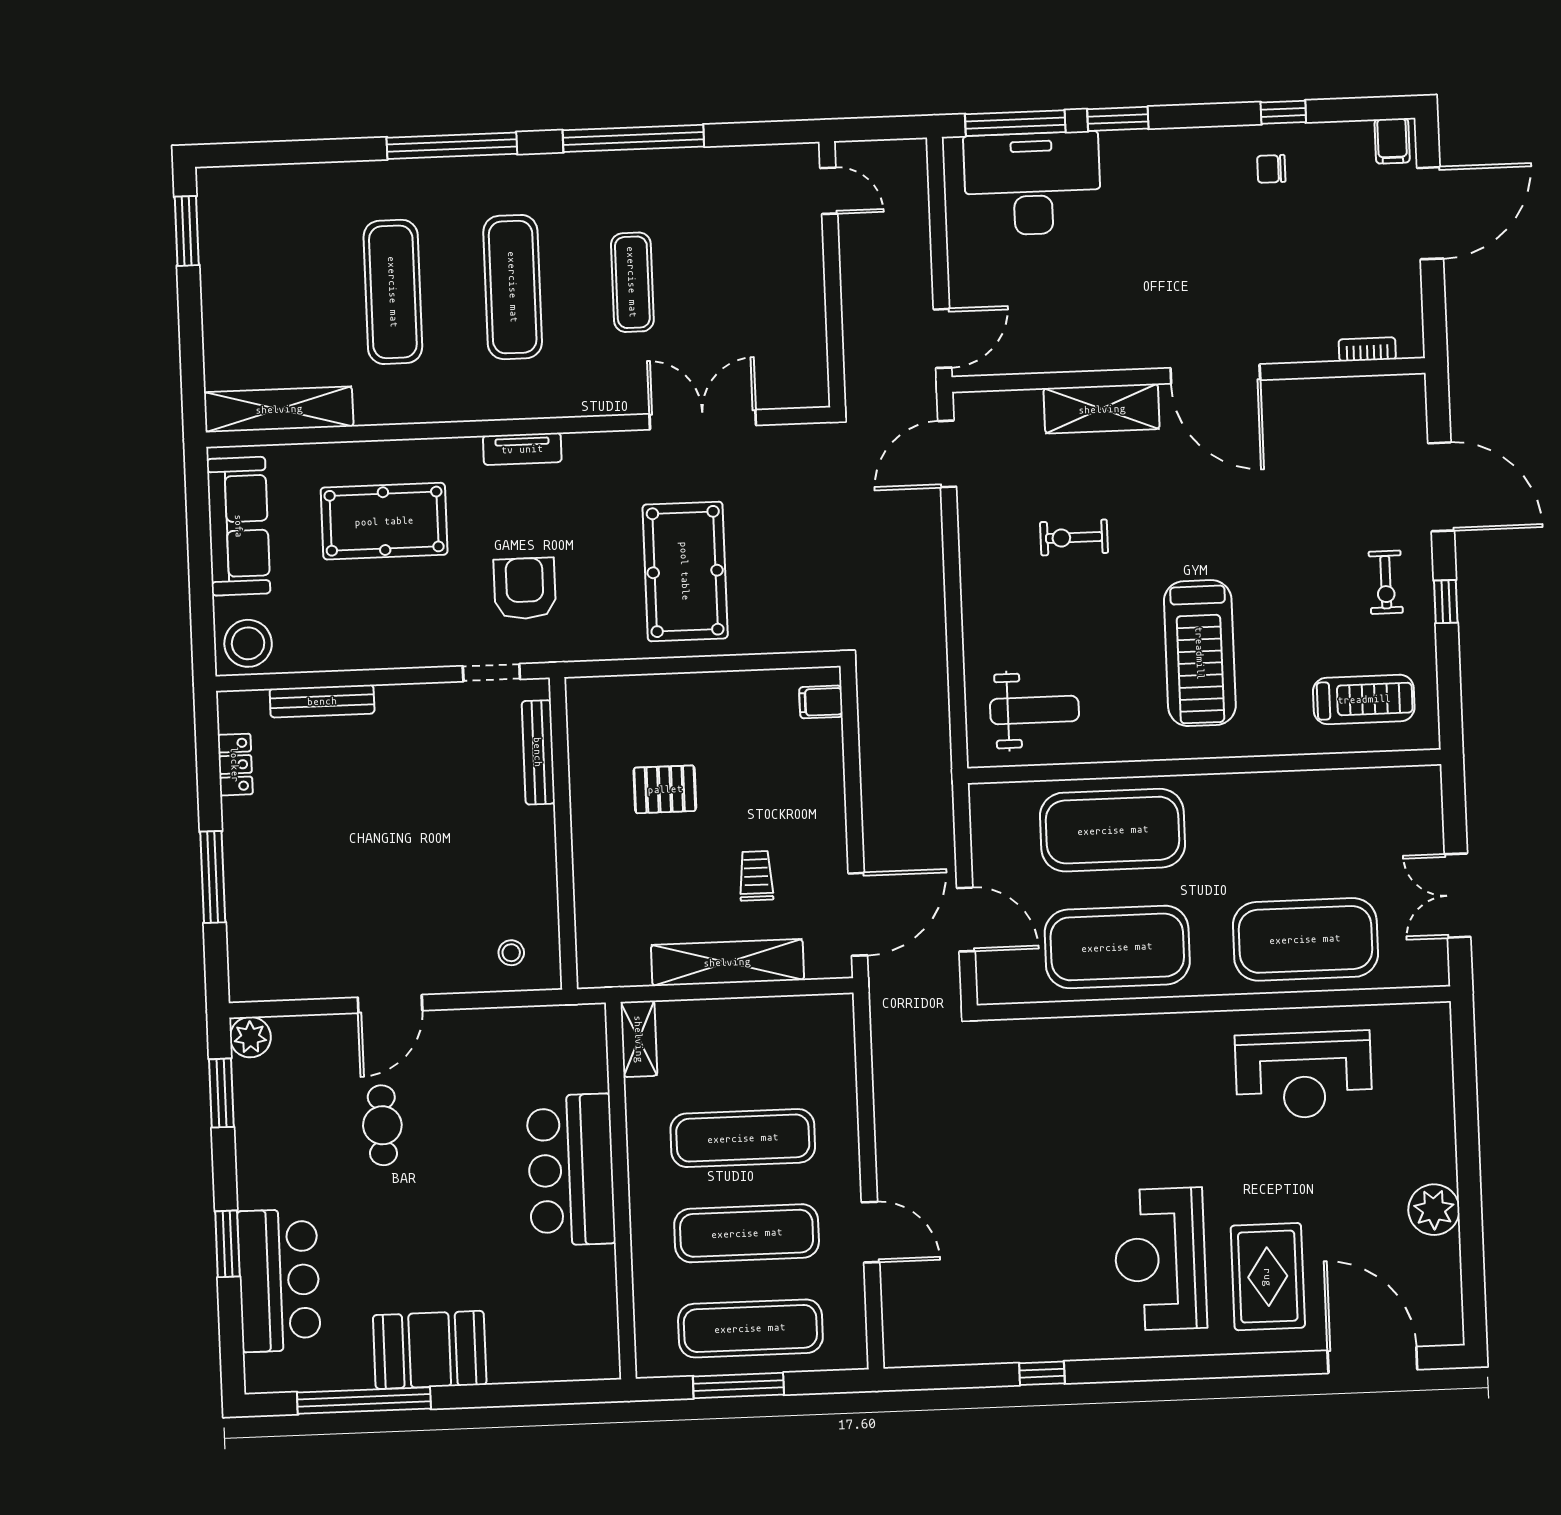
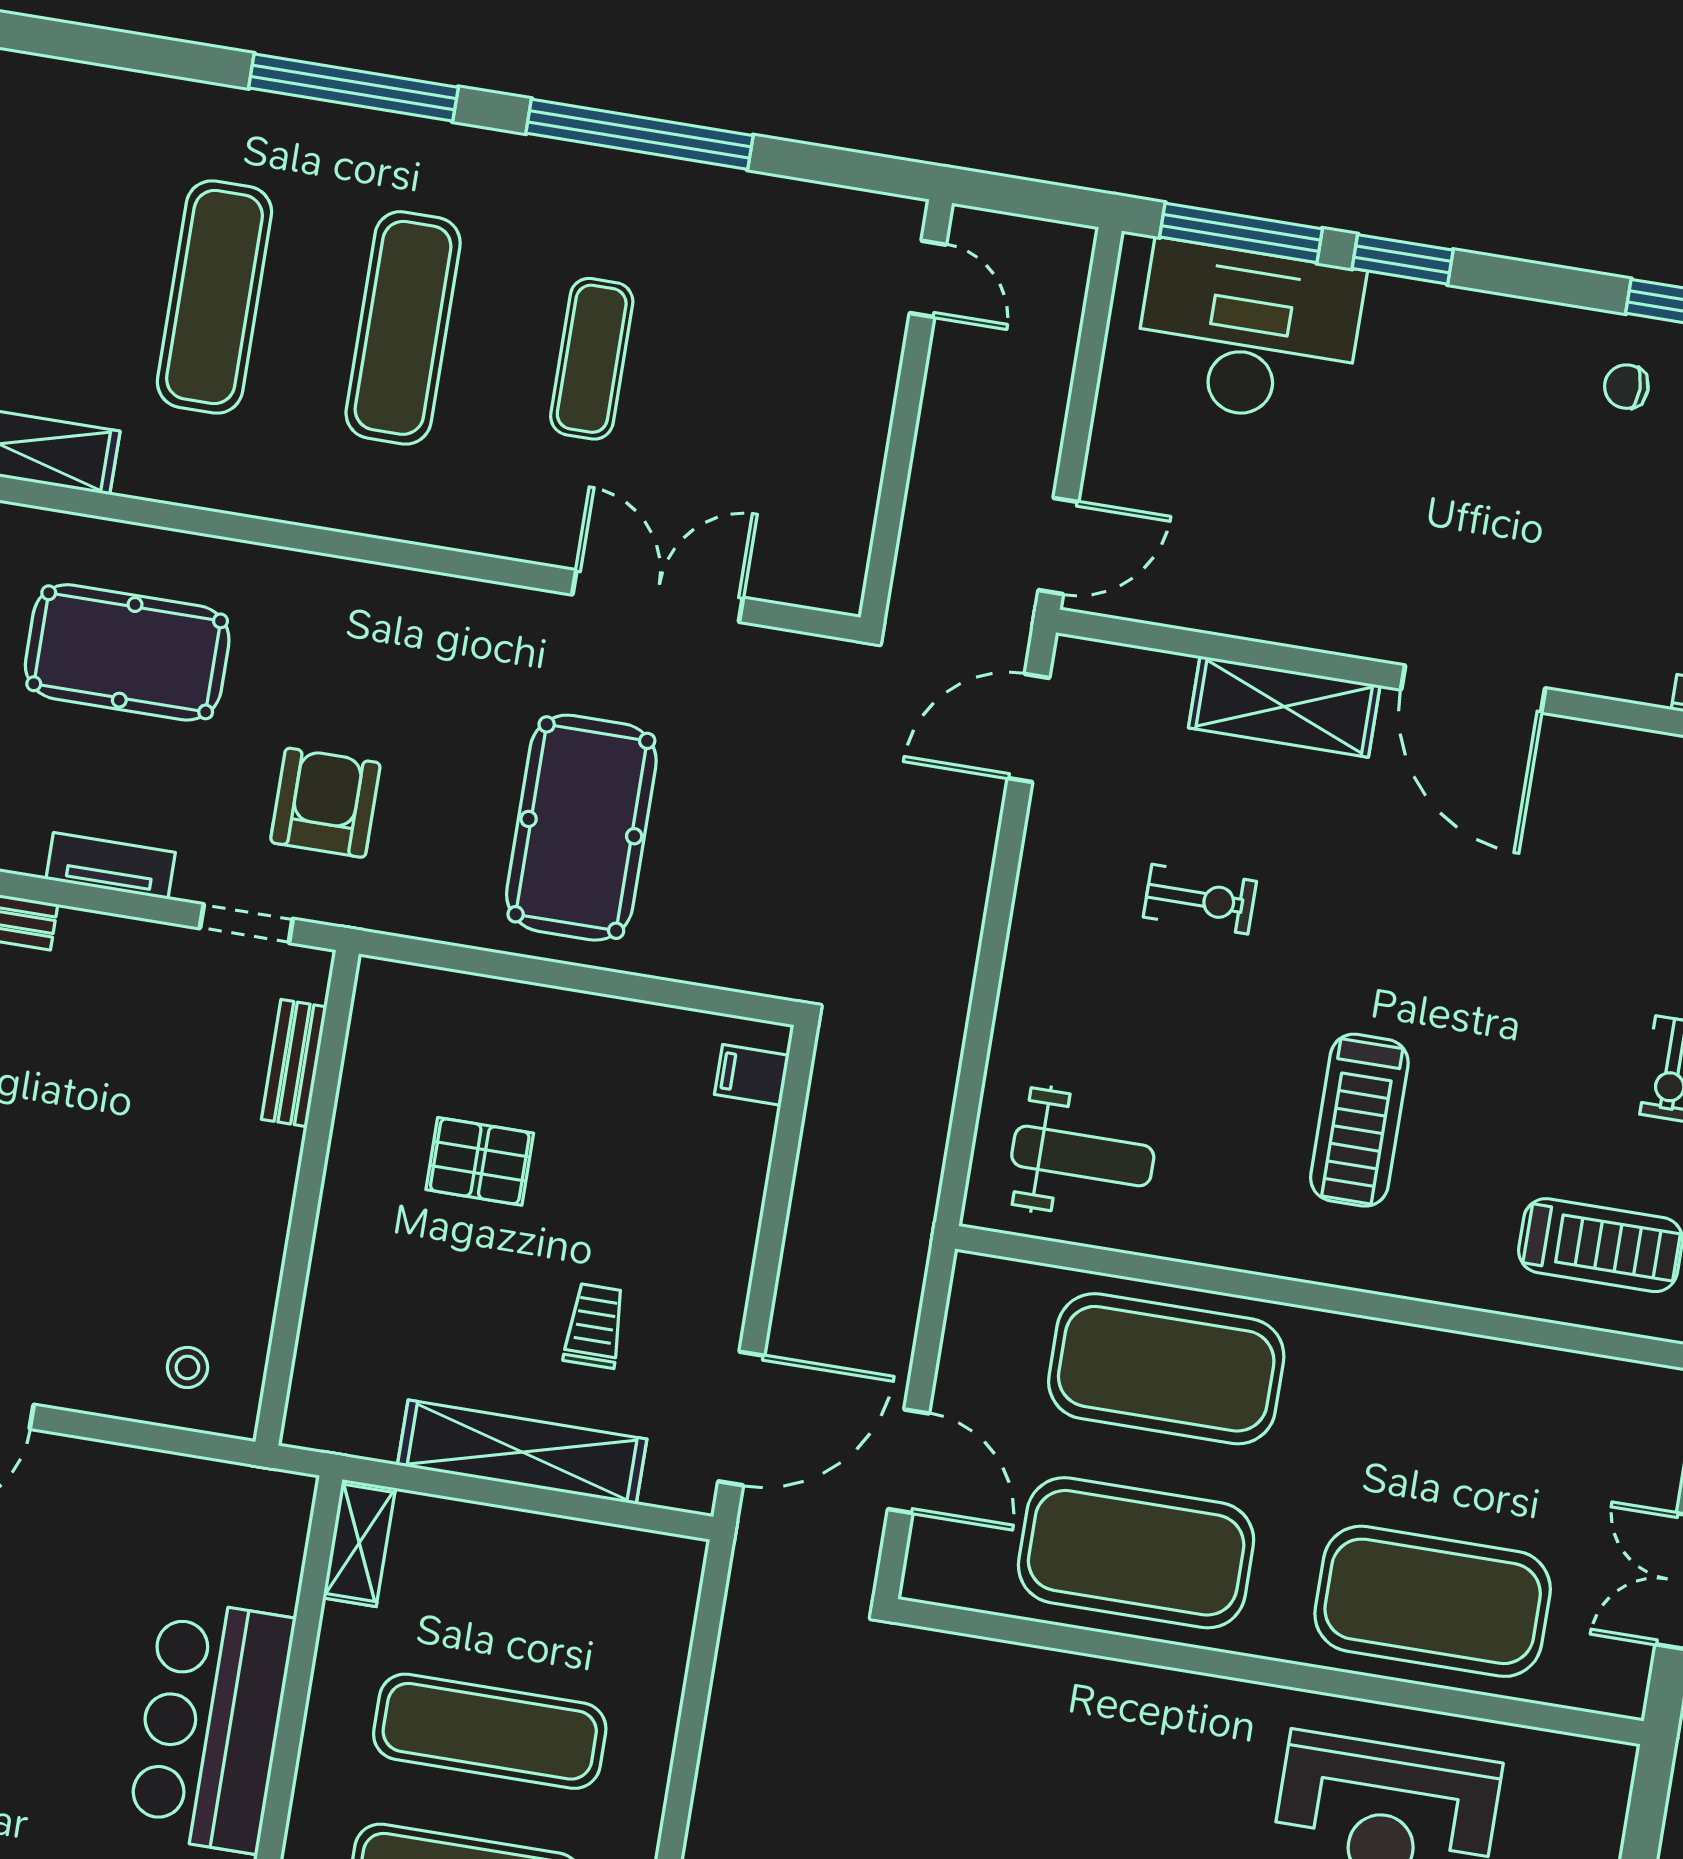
tv unit: (522, 449) -> (111, 866), moved, turned 180
exercise bike: (1074, 537) -> (1200, 899), turned 180
treadmill: (1200, 653) -> (1359, 1120), width x0.73, depth x0.73
bench: (538, 752) -> (294, 1063), width x0.73

